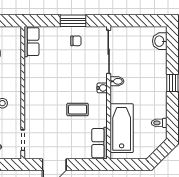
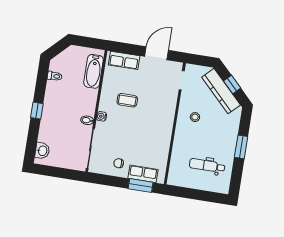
window: (73, 21) -> (141, 186), moved
row of seats: (31, 42) -> (143, 174), moved, turned 90
bathtub: (122, 128) -> (94, 71), width x0.73, depth x0.73
row of seats: (100, 143) -> (124, 60), moved, turned 90

